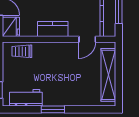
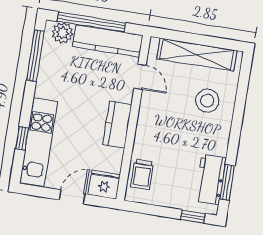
stool: (79, 87) -> (207, 101), added
window: (53, 109) -> (227, 182), moved

